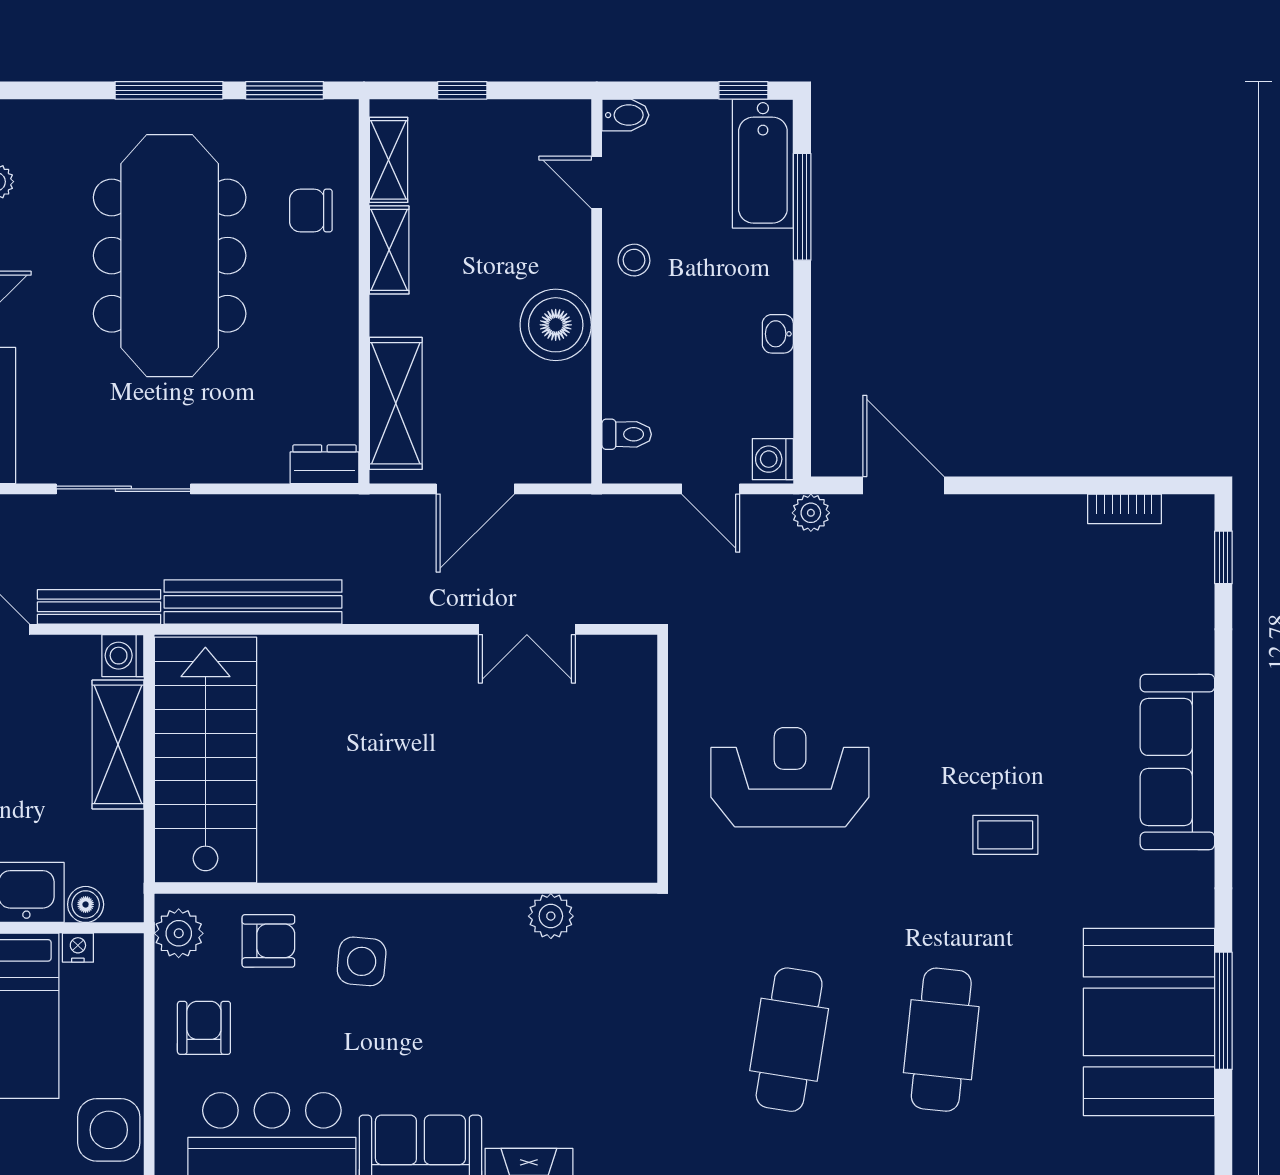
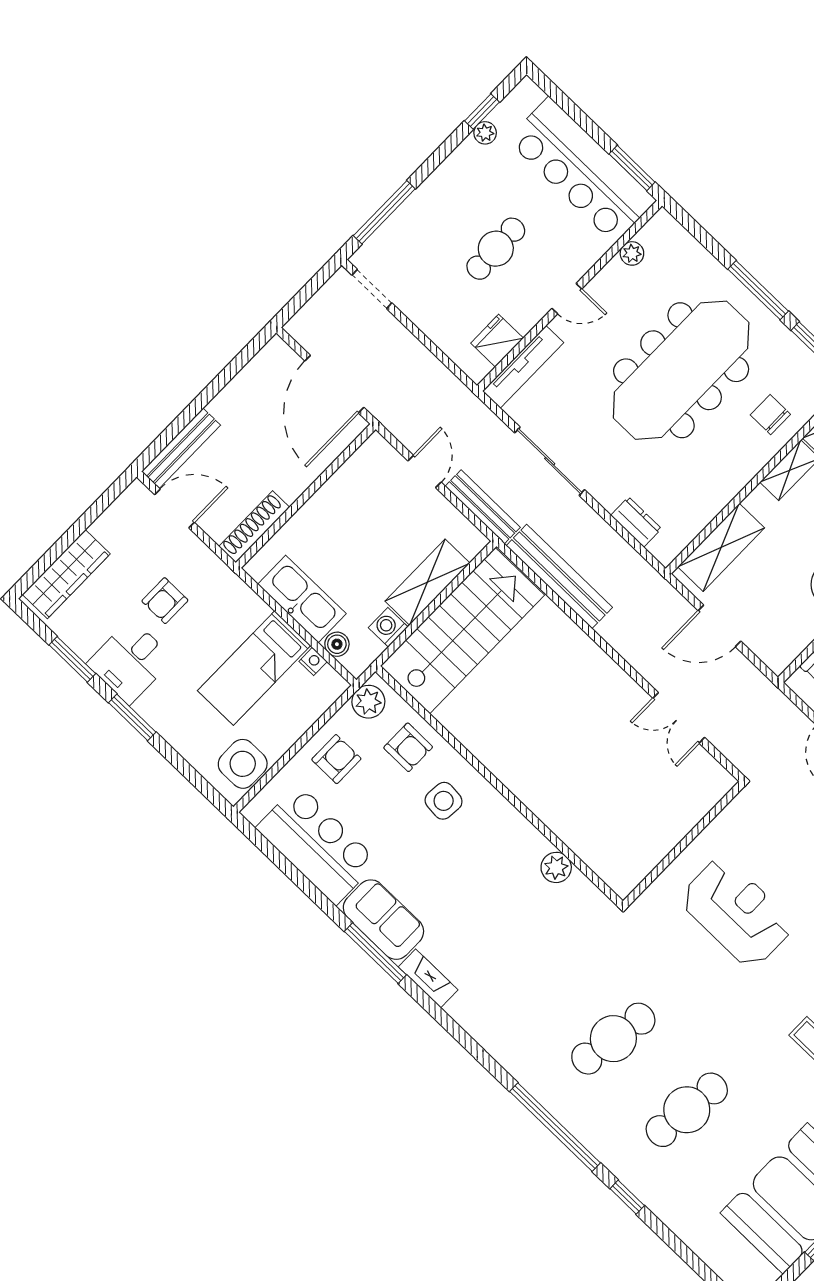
dresser: (324, 464) -> (636, 522), moved
washing machine: (123, 656) -> (388, 627), moved

